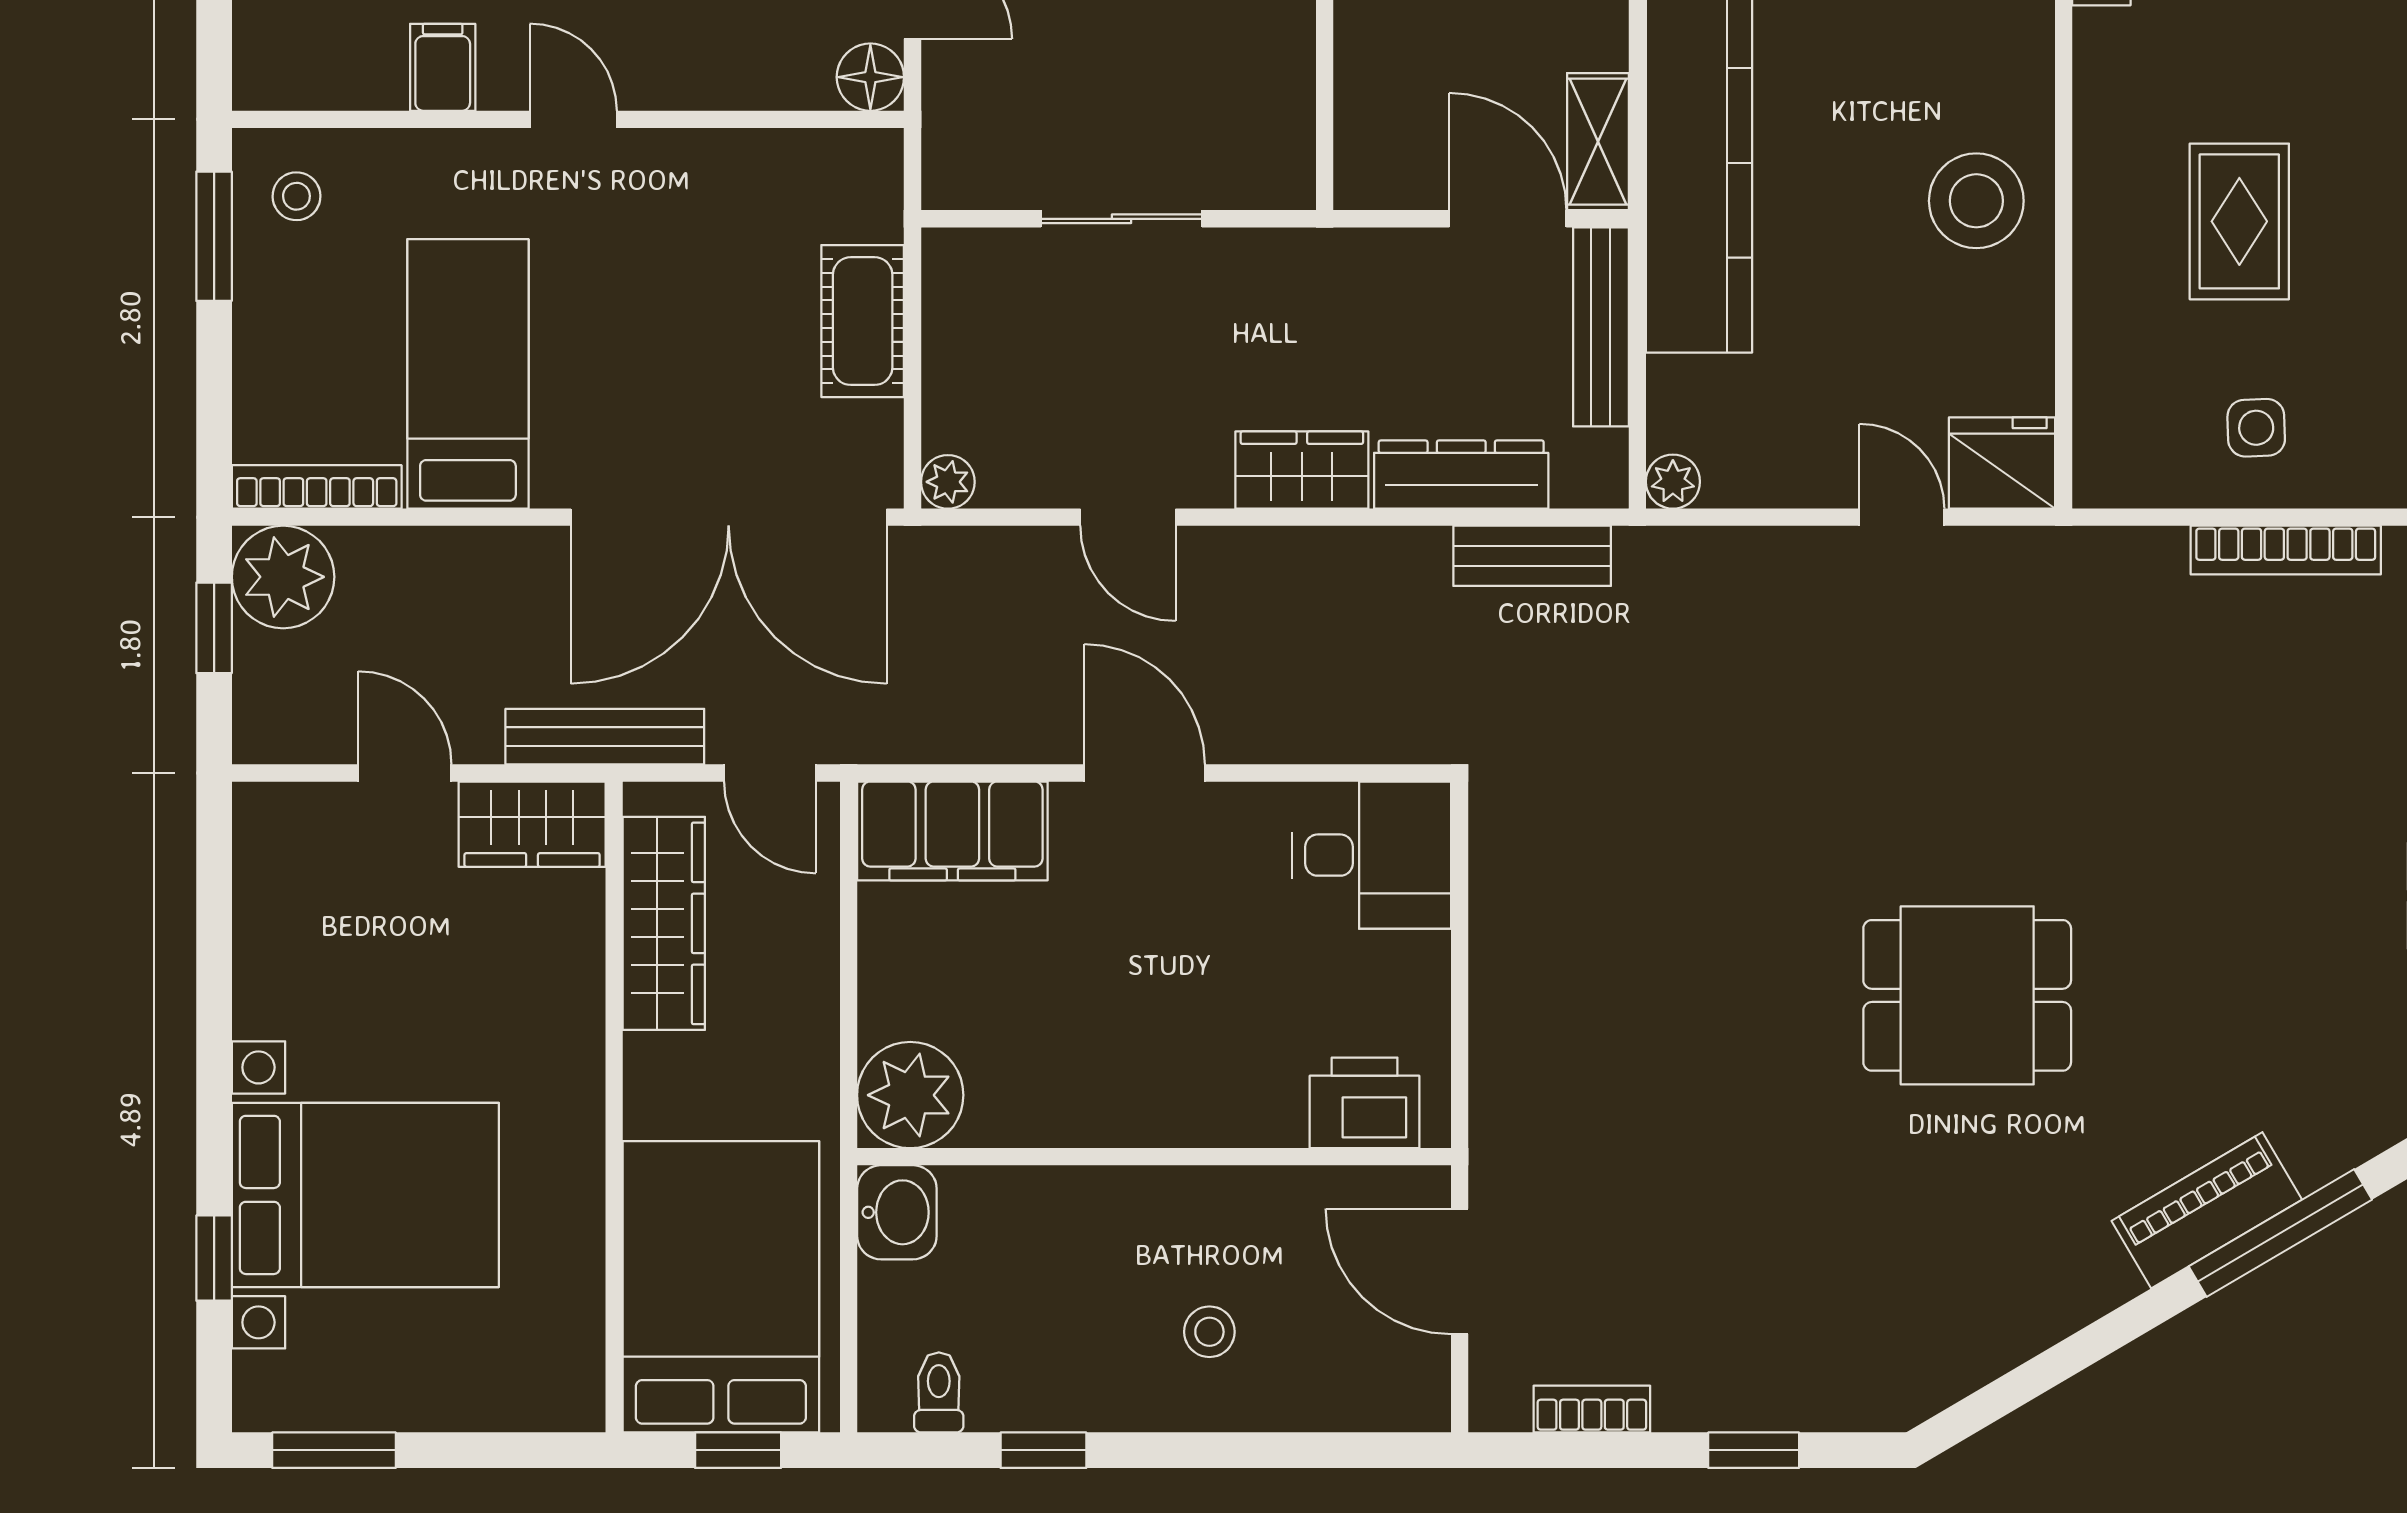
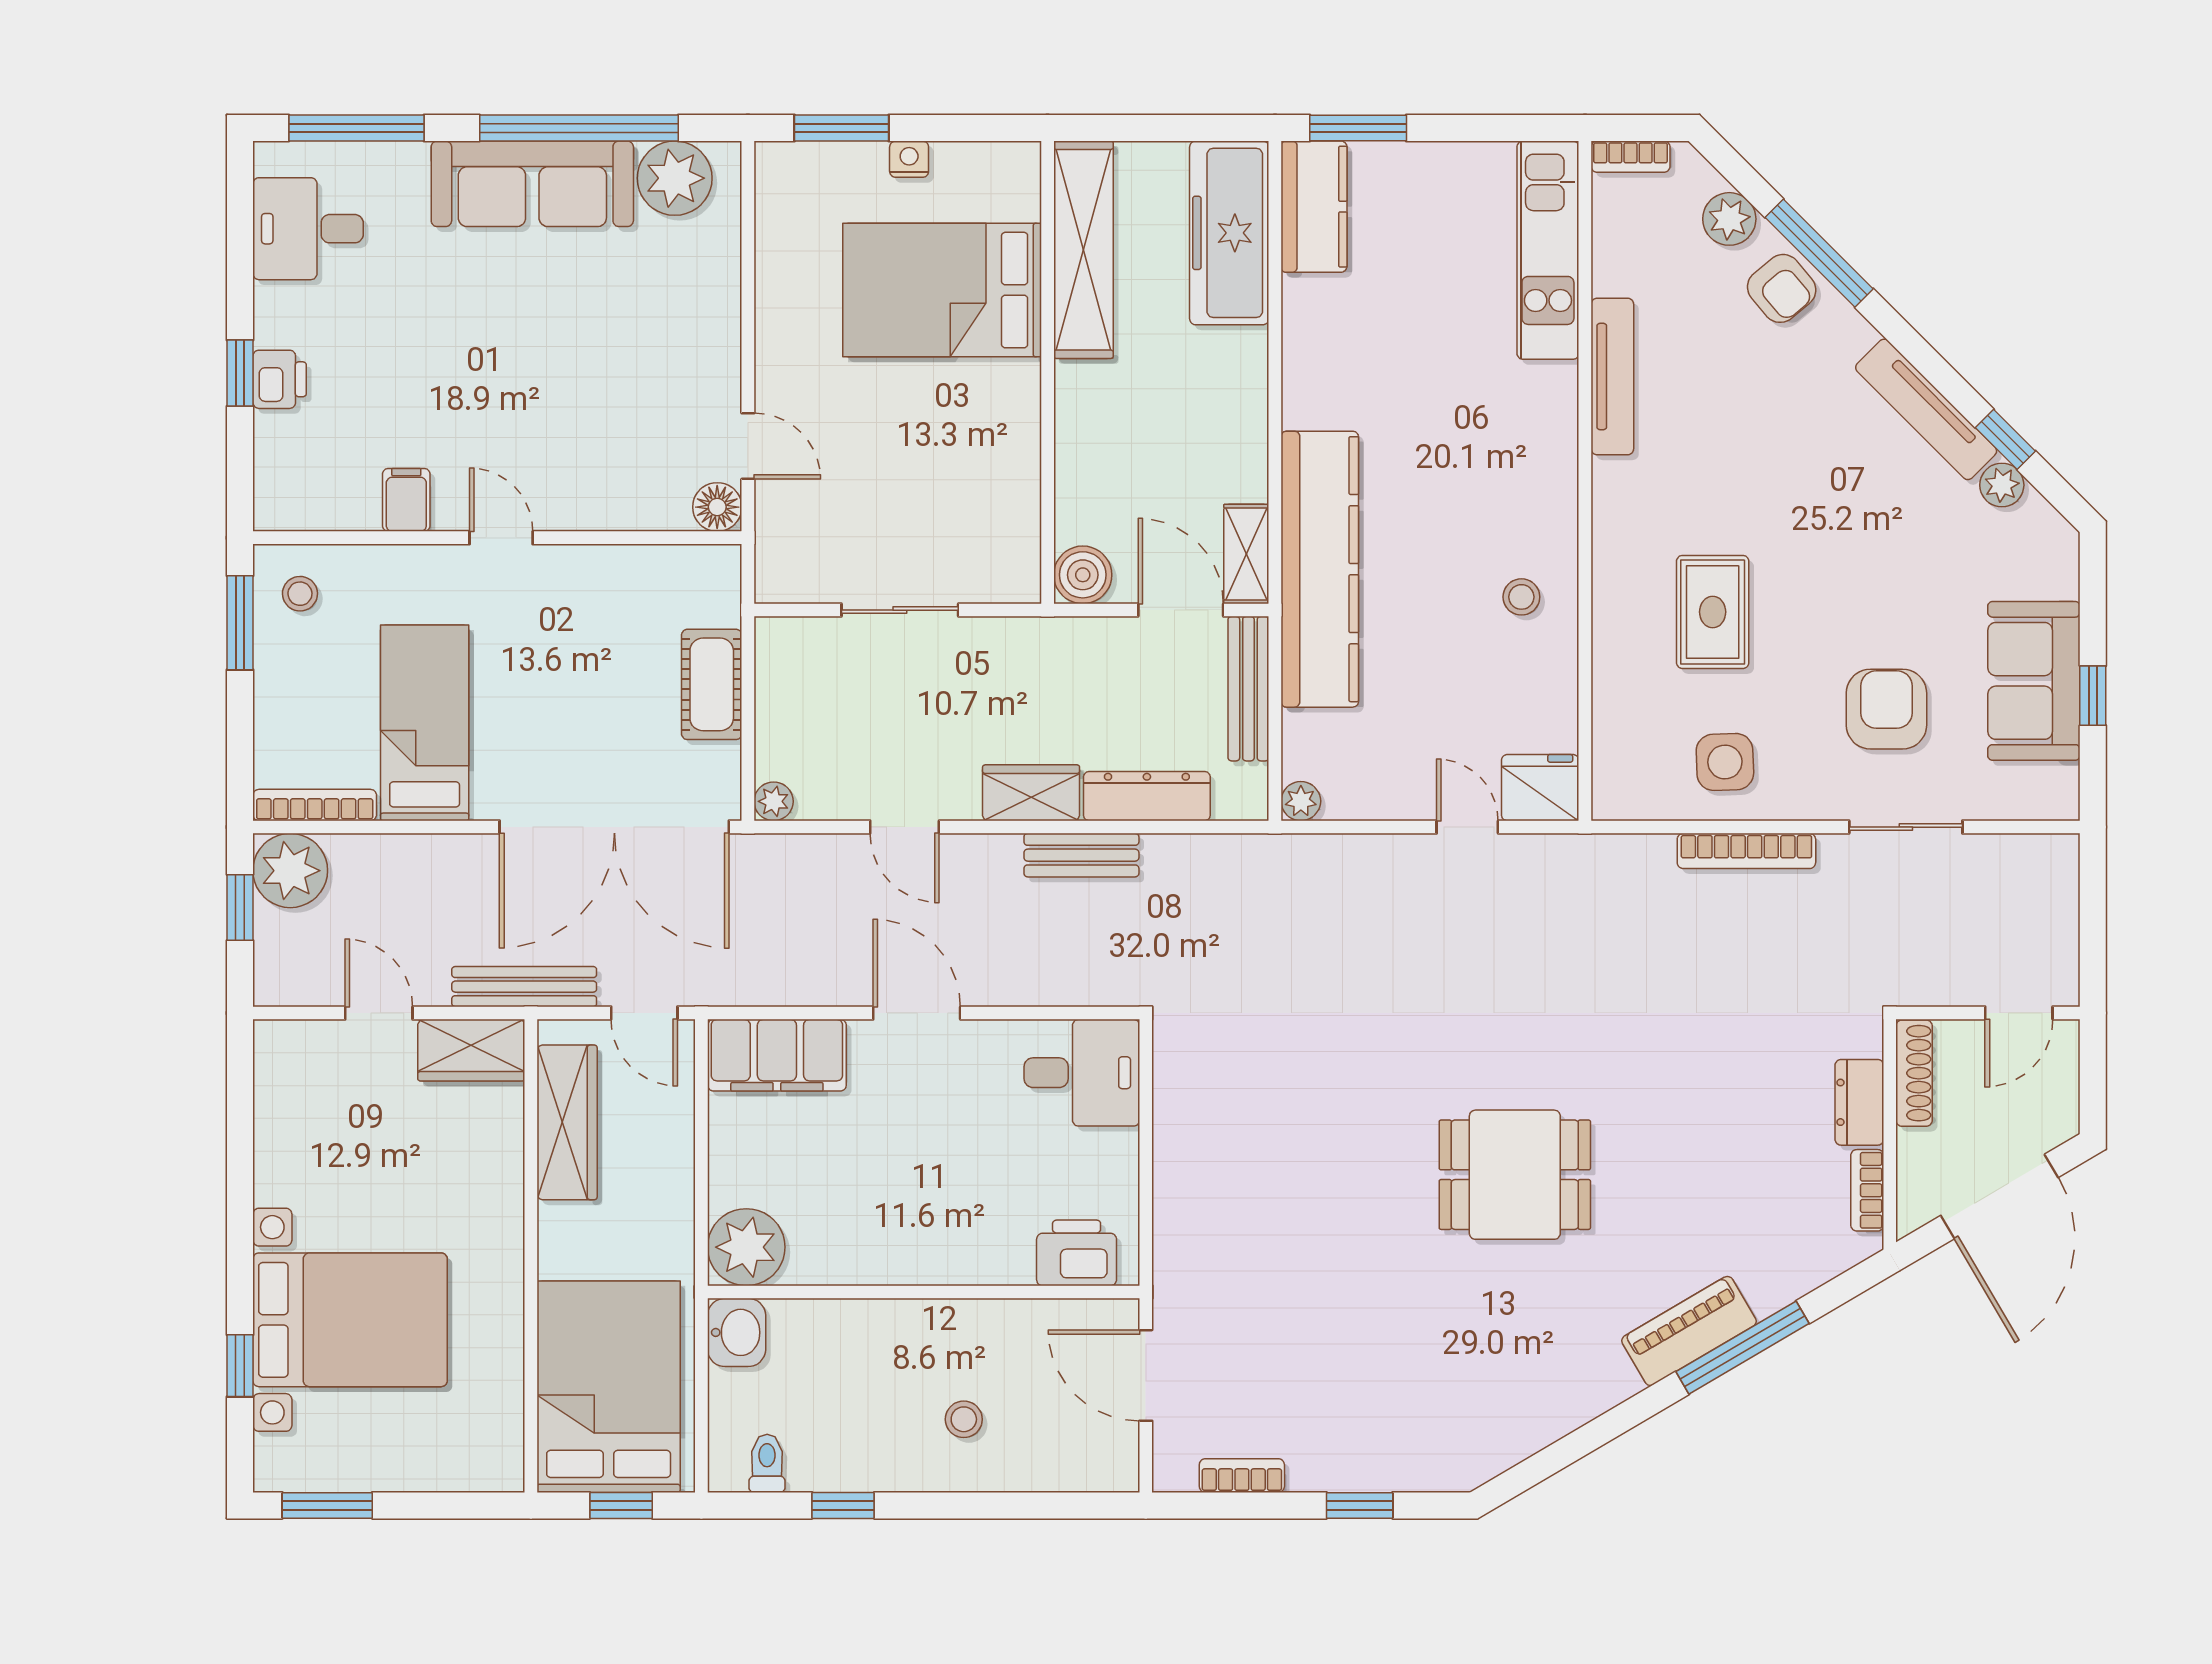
boiler: (1373, 170) -> (1083, 575), added
stool: (1976, 201) -> (1521, 597), width x0.53, depth x0.53
side table: (2256, 428) -> (1725, 762), width x1.37, depth x1.37
bench: (1532, 556) -> (1081, 855), moved

